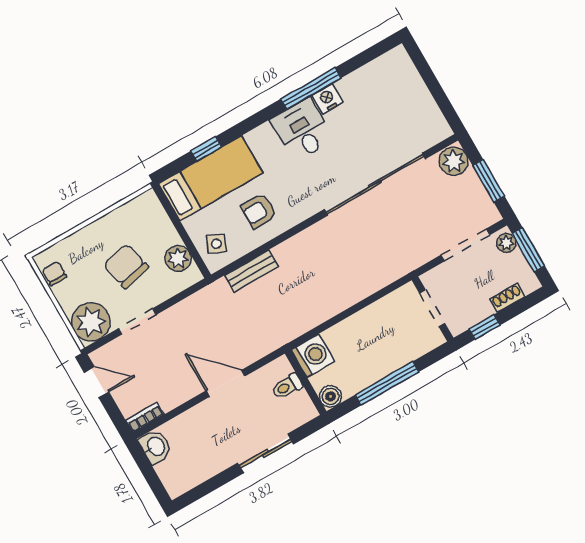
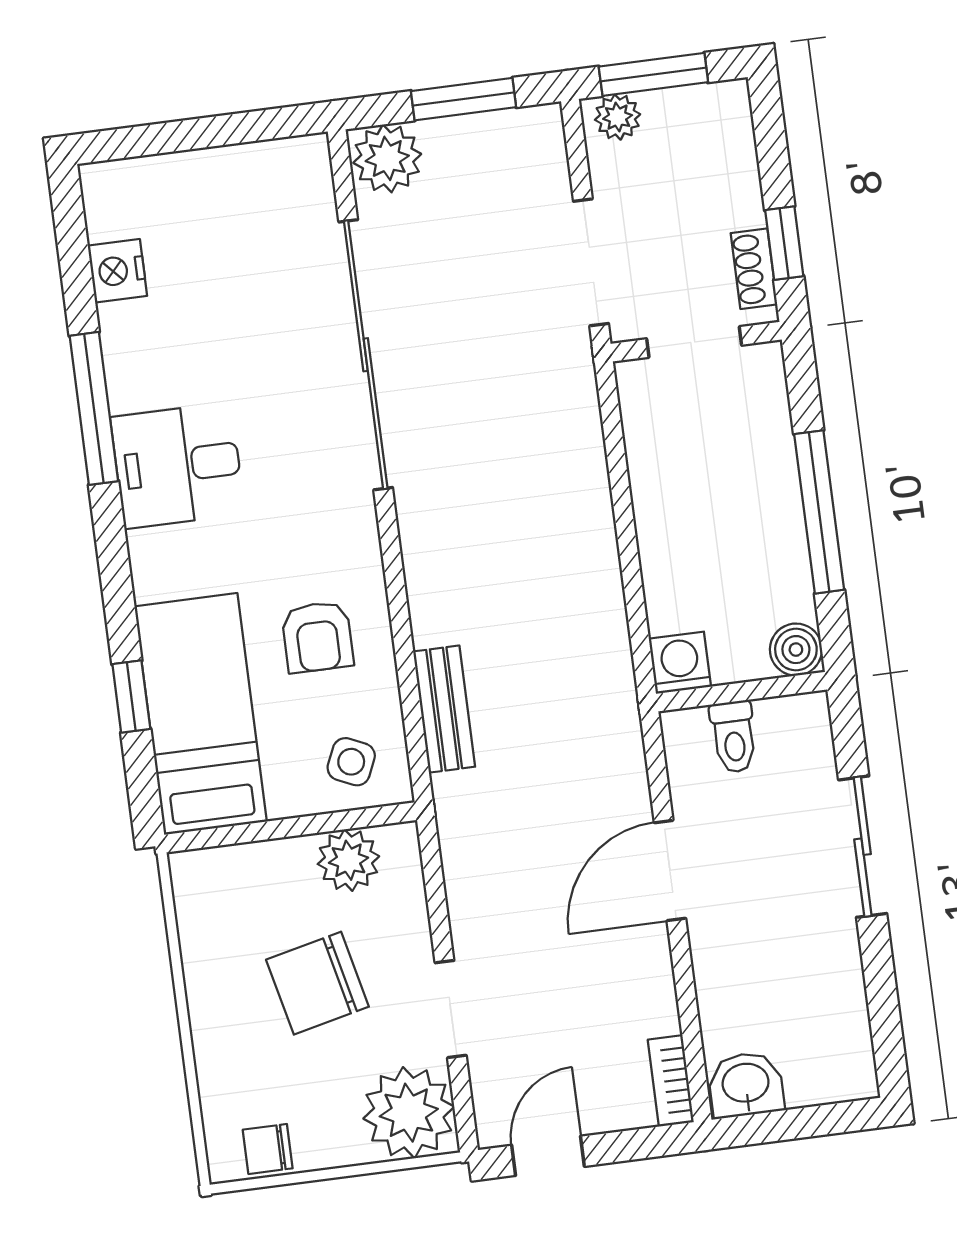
nightstand: (328, 99) -> (117, 271), moved
doorway: (465, 245) -> (591, 262), moved
shoe rack: (507, 298) -> (754, 269), moved
washing machine: (313, 356) -> (680, 663), width x0.73, depth x0.73

